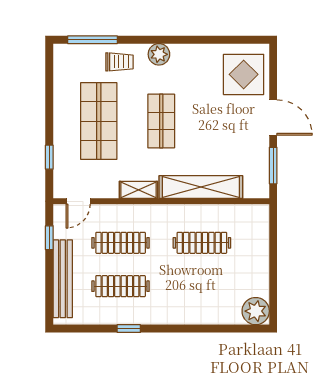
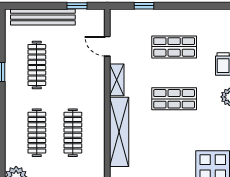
shop shelf: (99, 121) -> (174, 47), width x0.70, depth x0.74
door: (78, 201) -> (107, 46), moved
clothes rail: (121, 243) -> (37, 133), moved

